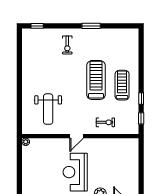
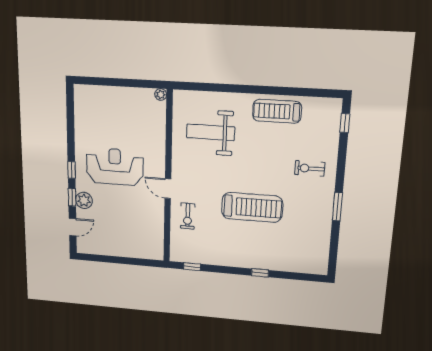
treadmill: (122, 85) -> (277, 111), moved, turned 180
window: (141, 98) -> (260, 273), moved
door: (77, 136) -> (168, 189), moved

